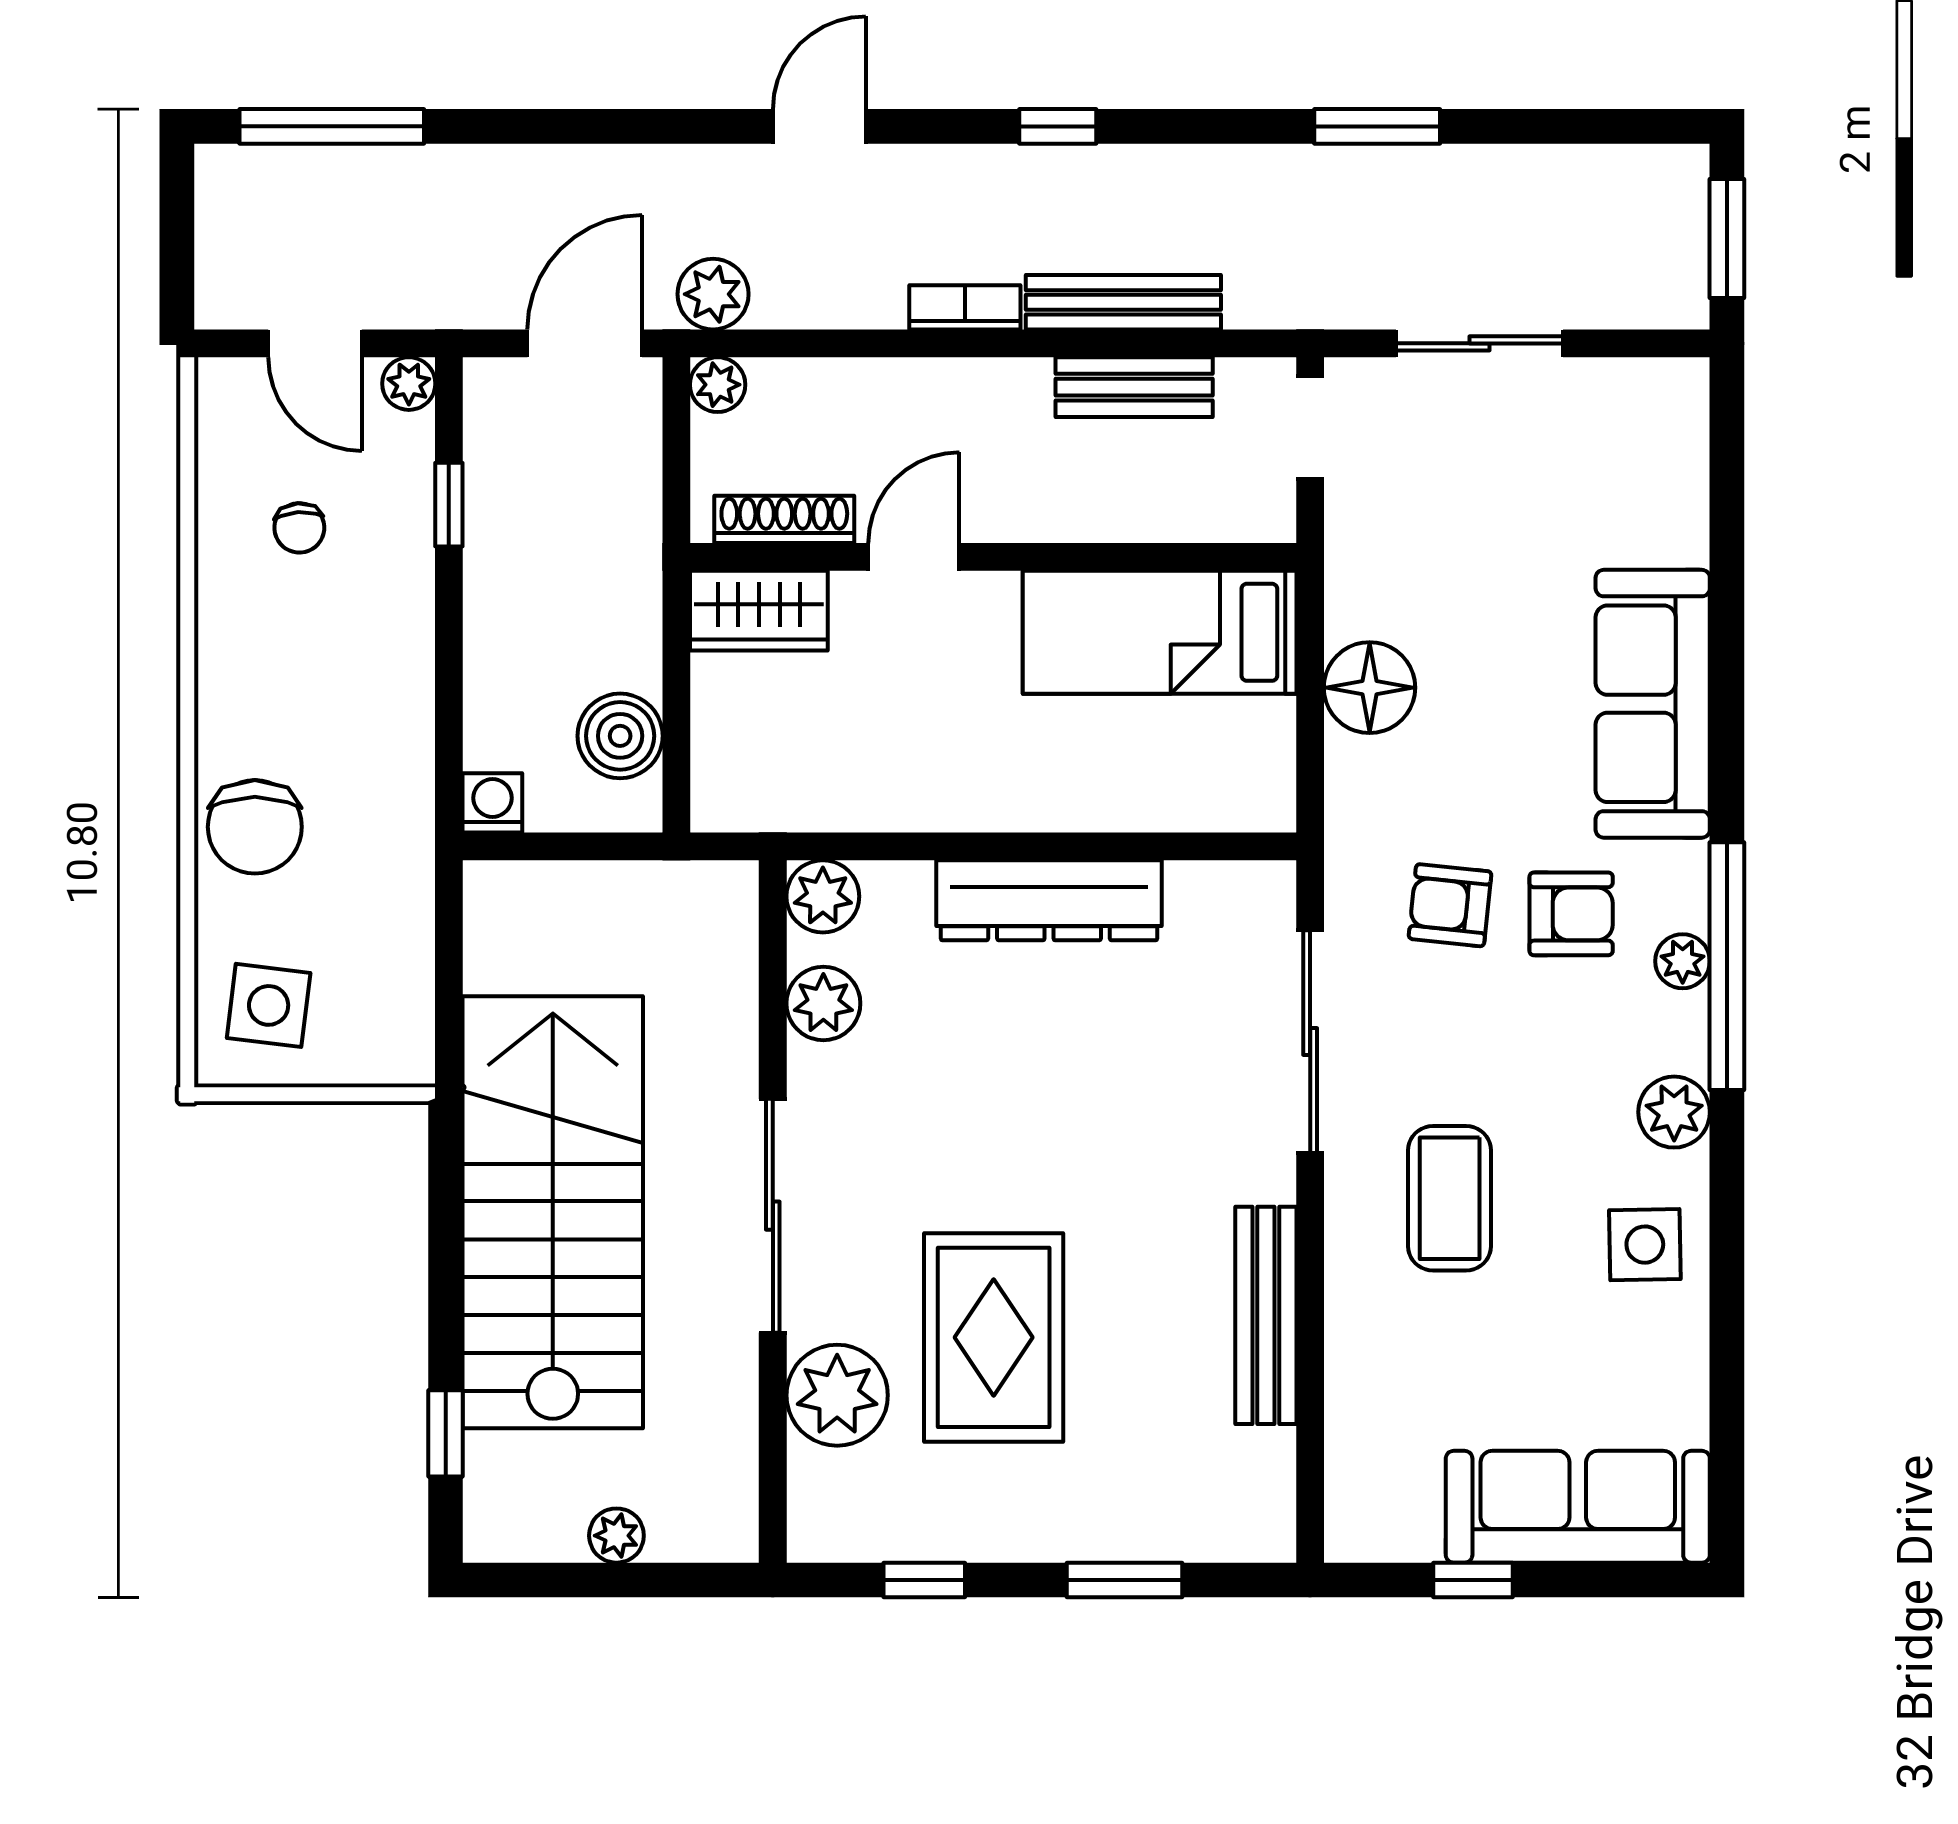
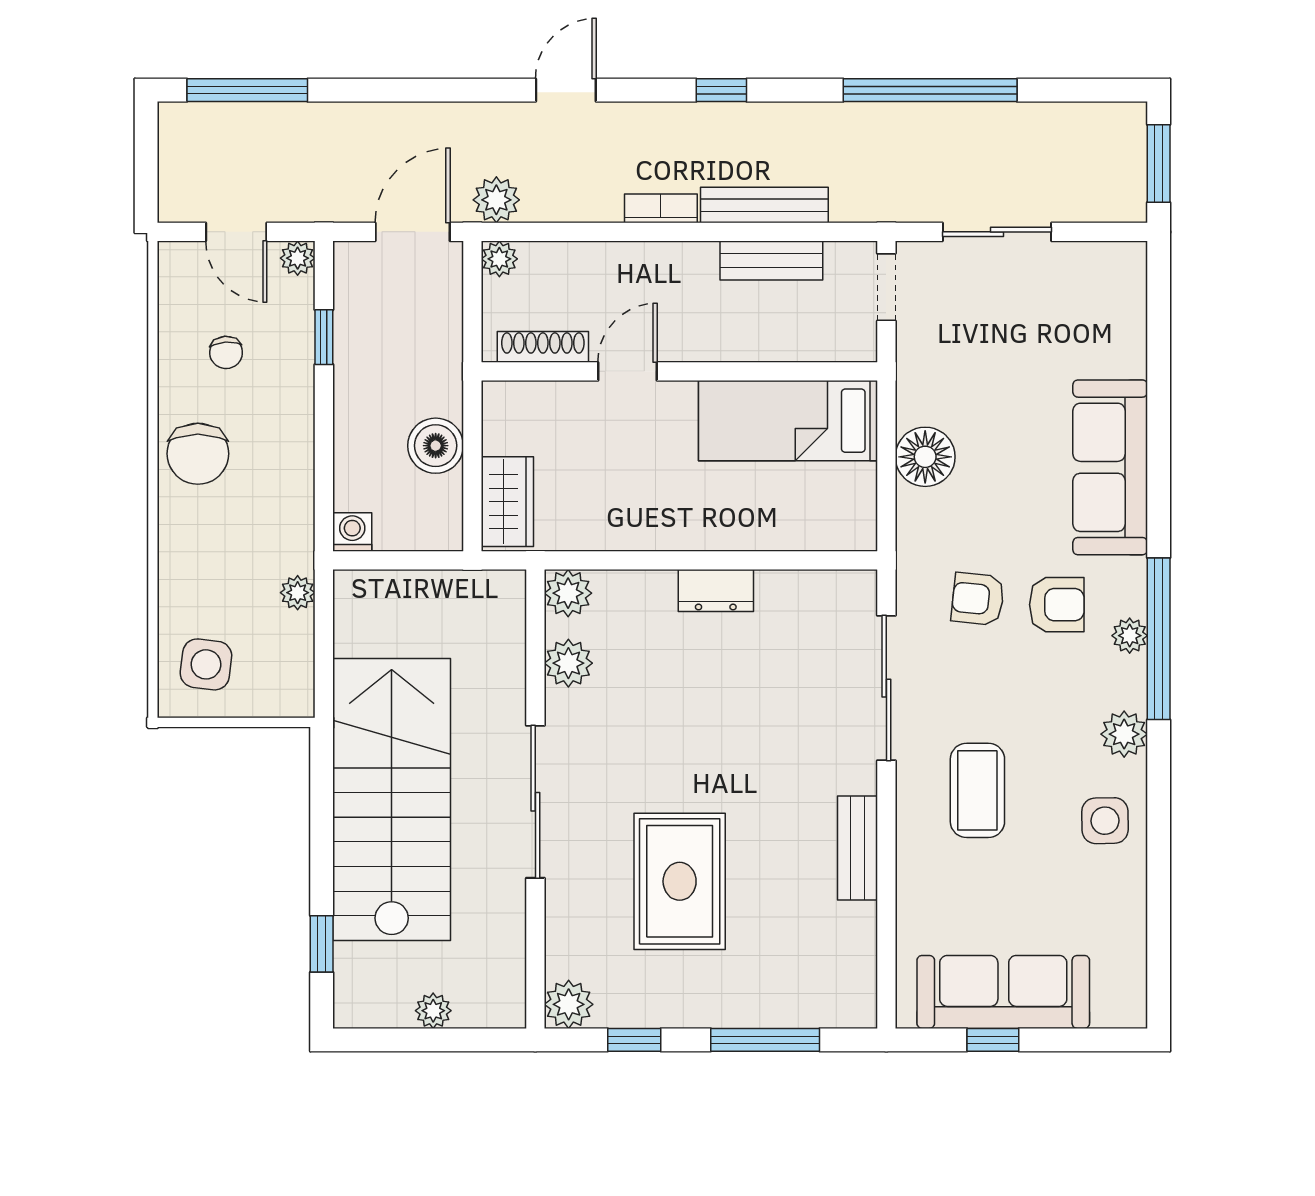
window: (1377, 126) -> (930, 90), width x2.11
wardrobe: (759, 611) -> (507, 502), moved, turned -90
boiler: (620, 736) -> (436, 446), moved
chair: (255, 827) -> (198, 454), moved
plant: (409, 896) -> (298, 593), added
dresser: (1049, 900) -> (716, 591), width x0.51, depth x0.80
bench: (1266, 1315) -> (857, 848), width x0.73
plant: (837, 1395) -> (569, 1004), moved, width x0.73, depth x0.73
sofa: (1578, 1507) -> (1003, 992), moved
window: (1124, 1580) -> (765, 1040), width x1.44

